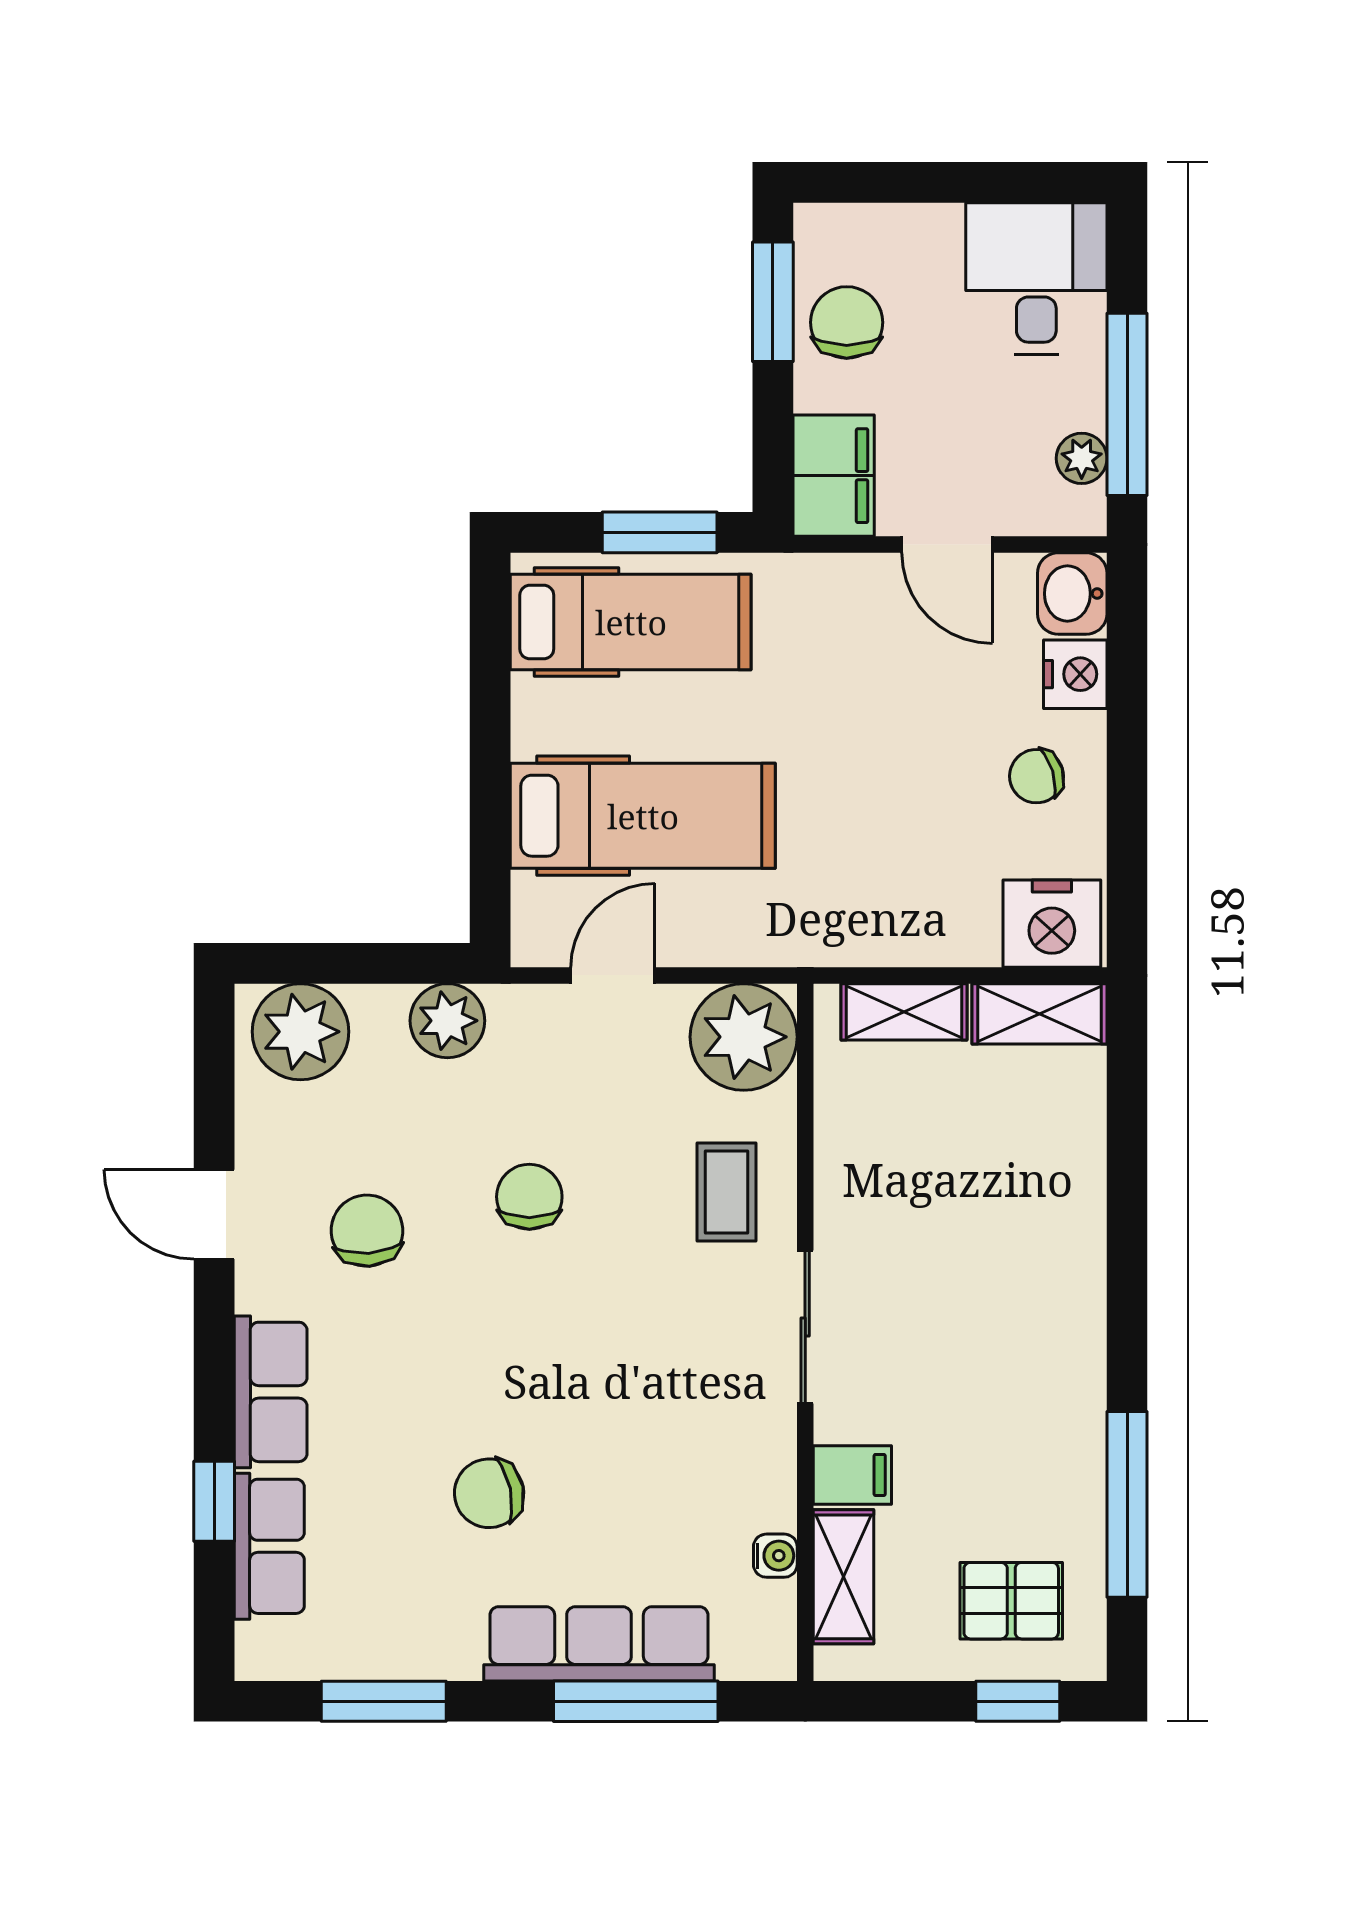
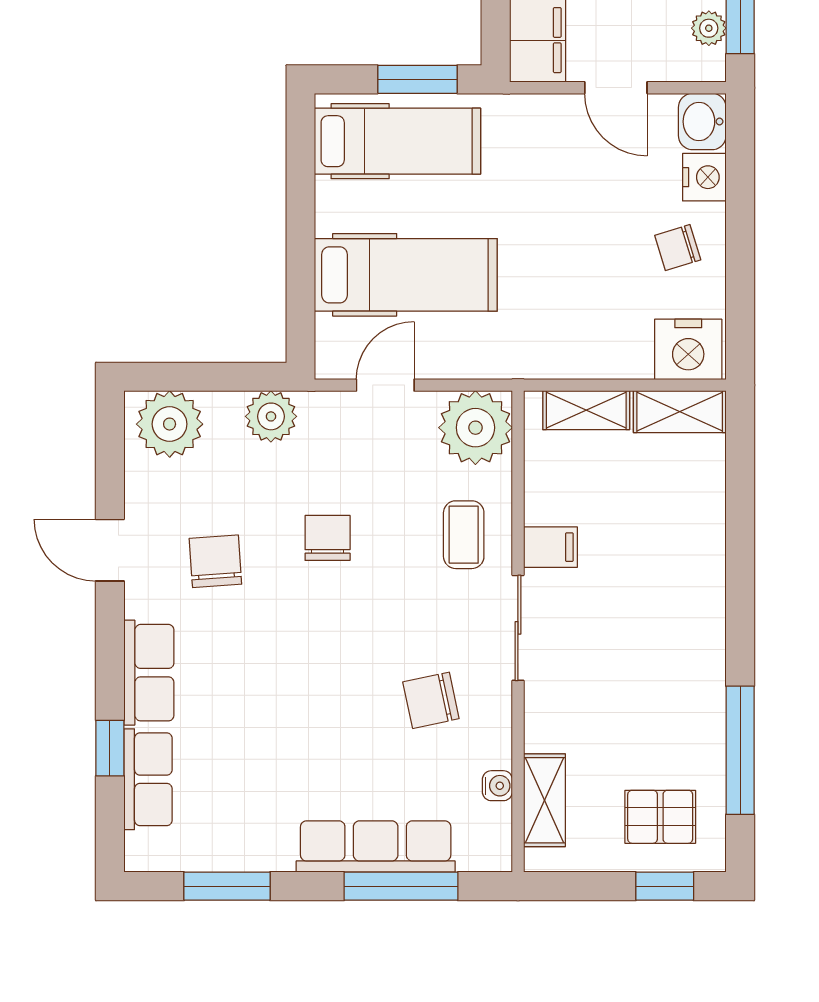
filing cabinet: (852, 1475) -> (551, 547), moved
chair: (489, 1493) -> (431, 700), moved

